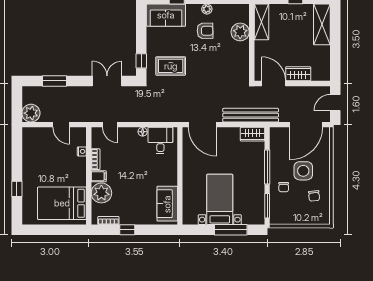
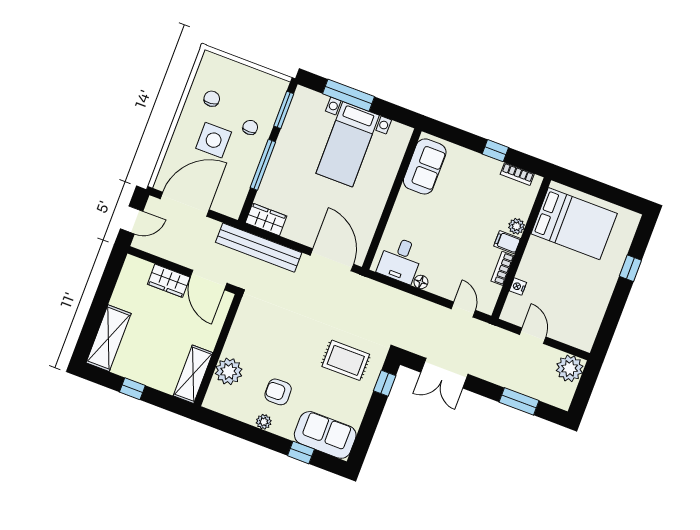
plant: (101, 193) -> (517, 226), width x0.53, depth x0.53

